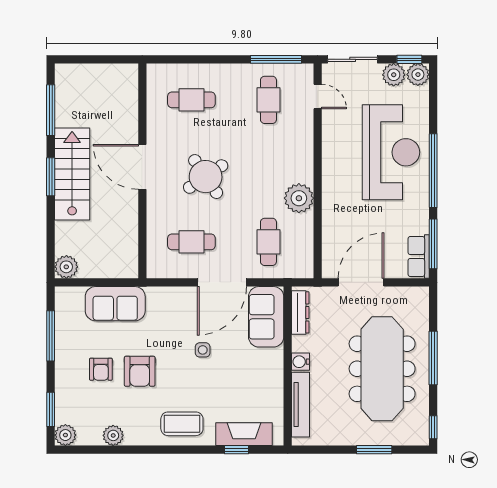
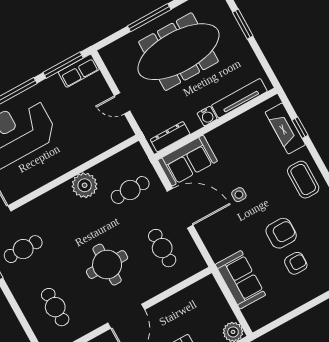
round table: (206, 177) -> (107, 265), turned 34
door: (361, 282) -> (122, 103), width x0.53
window: (51, 336) -> (292, 315), removed

